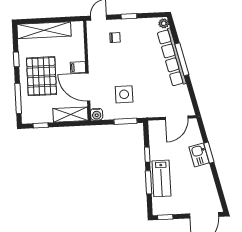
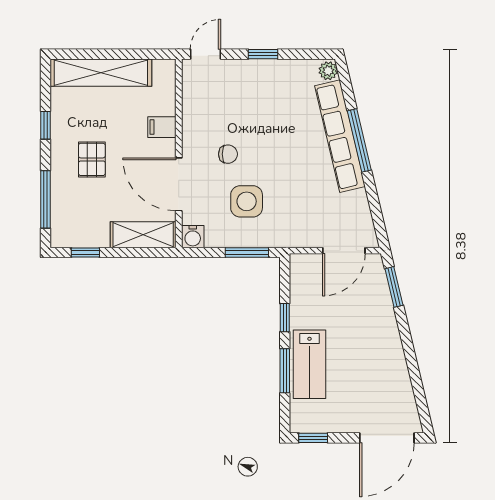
chair: (115, 38) -> (228, 154), moved
filing cabinet: (78, 67) -> (162, 127), moved
pallet: (41, 76) -> (92, 159), width x0.49, depth x0.50
window: (209, 153) -> (394, 287), moved
kitchen sink: (199, 155) -> (383, 323), removed

